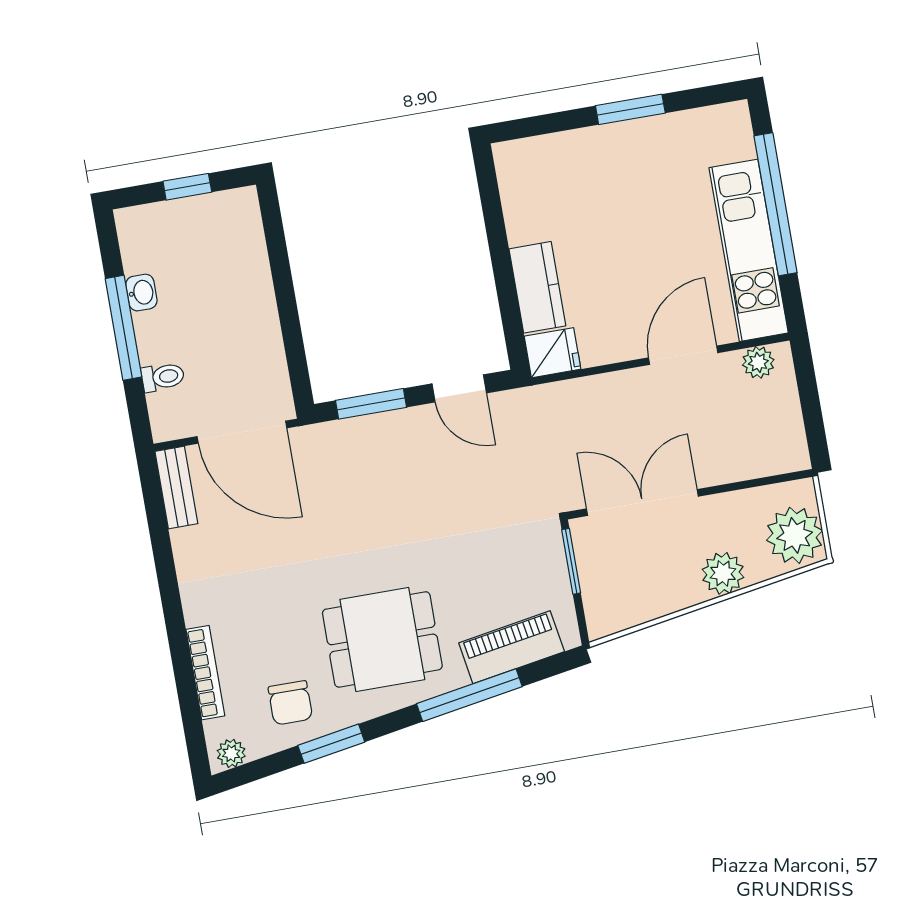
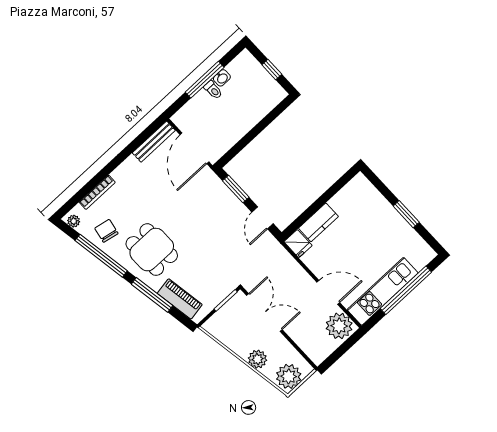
plant: (758, 362) -> (339, 326), width x1.87, depth x1.87
toilet: (163, 377) -> (213, 90), moved
bench: (176, 488) -> (154, 142), width x1.36
chair: (290, 703) -> (106, 231), turned 101
window: (331, 744) -> (101, 256), width x2.11

